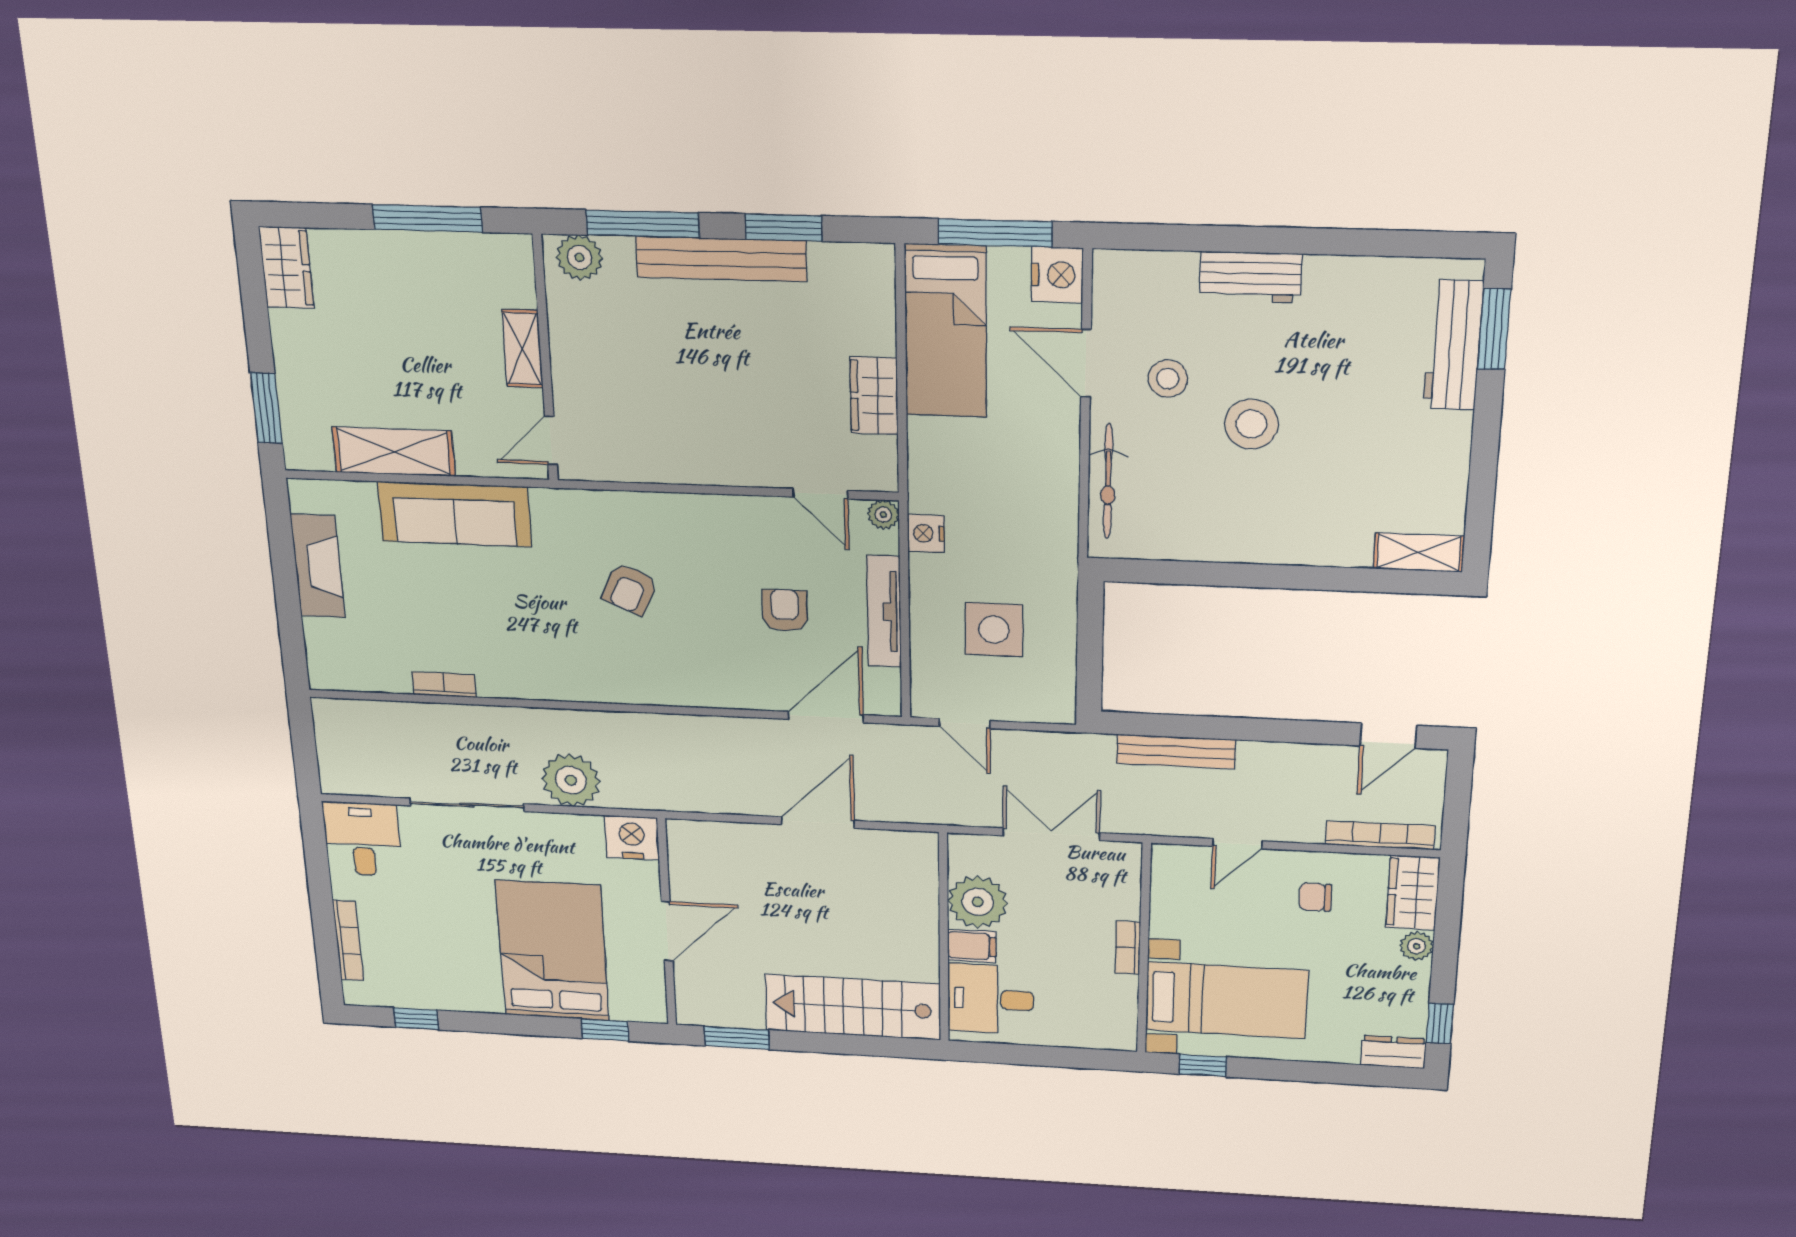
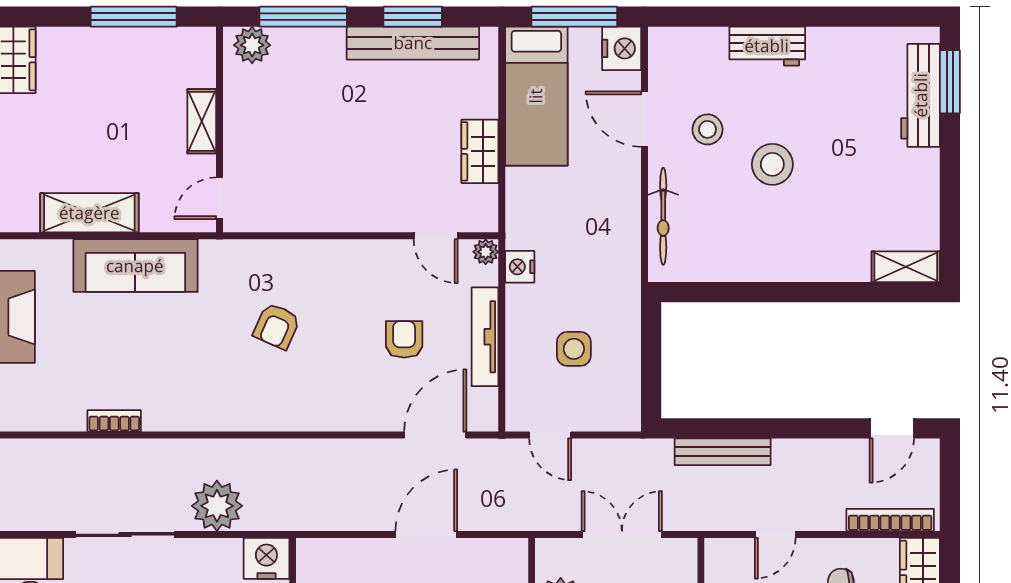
bench: (721, 259) -> (413, 43), moved
side table: (994, 630) -> (574, 349), width x0.73, depth x0.73

